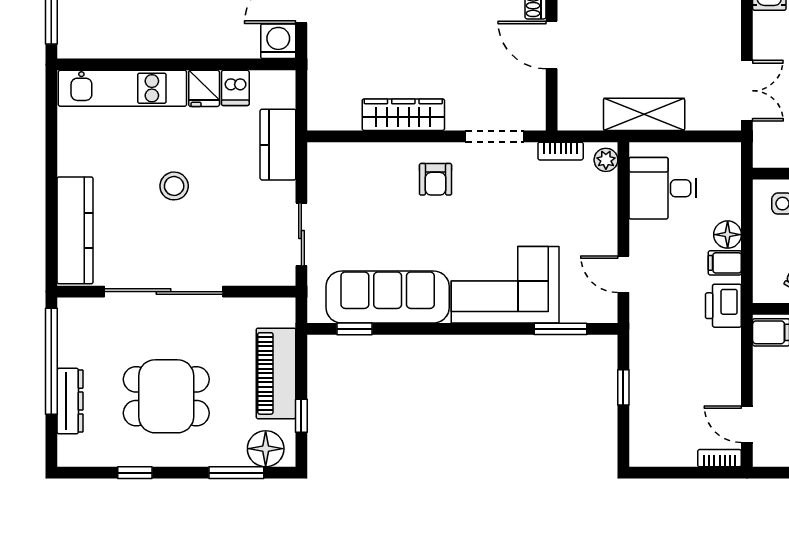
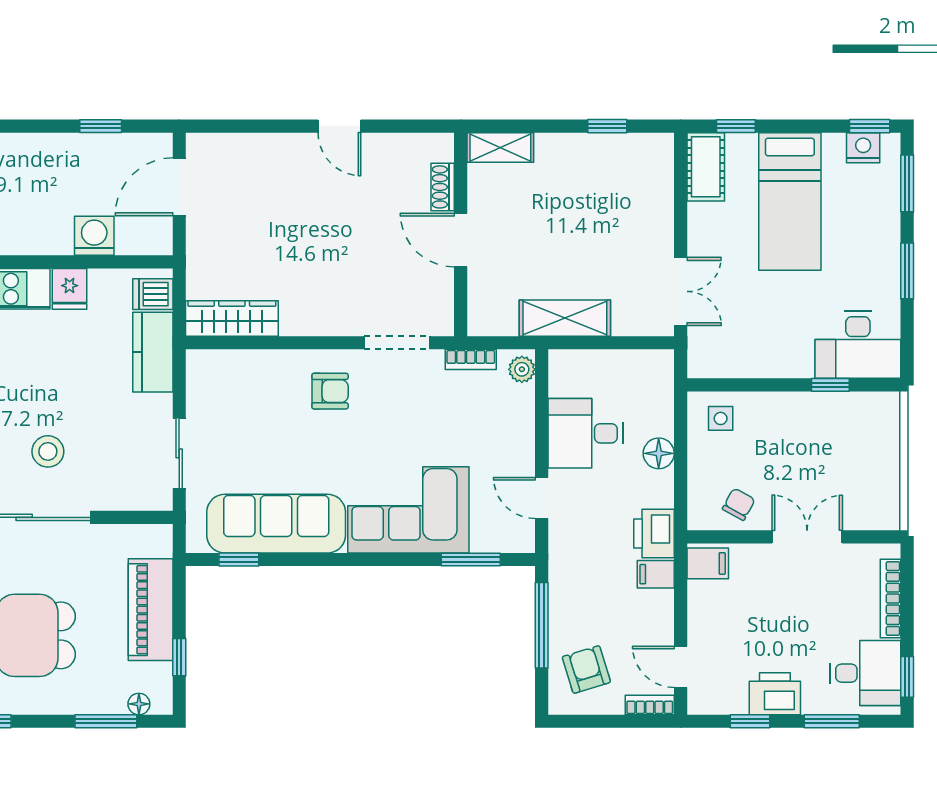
washing machine: (278, 41) -> (94, 236), moved
dishwasher: (235, 88) -> (153, 294), moved, turned 90
wardrobe: (403, 115) -> (232, 318), moved
armchair: (436, 179) -> (330, 391), turned -90
stool: (174, 186) -> (48, 451), moved
desk: (663, 188) -> (586, 433), moved
filing cabinet: (725, 263) -> (656, 574), moved
window: (623, 387) -> (542, 625), width x2.17
armchair: (663, 427) -> (586, 669), added
floor lamp: (266, 449) -> (139, 704), width x0.53, depth x0.53

